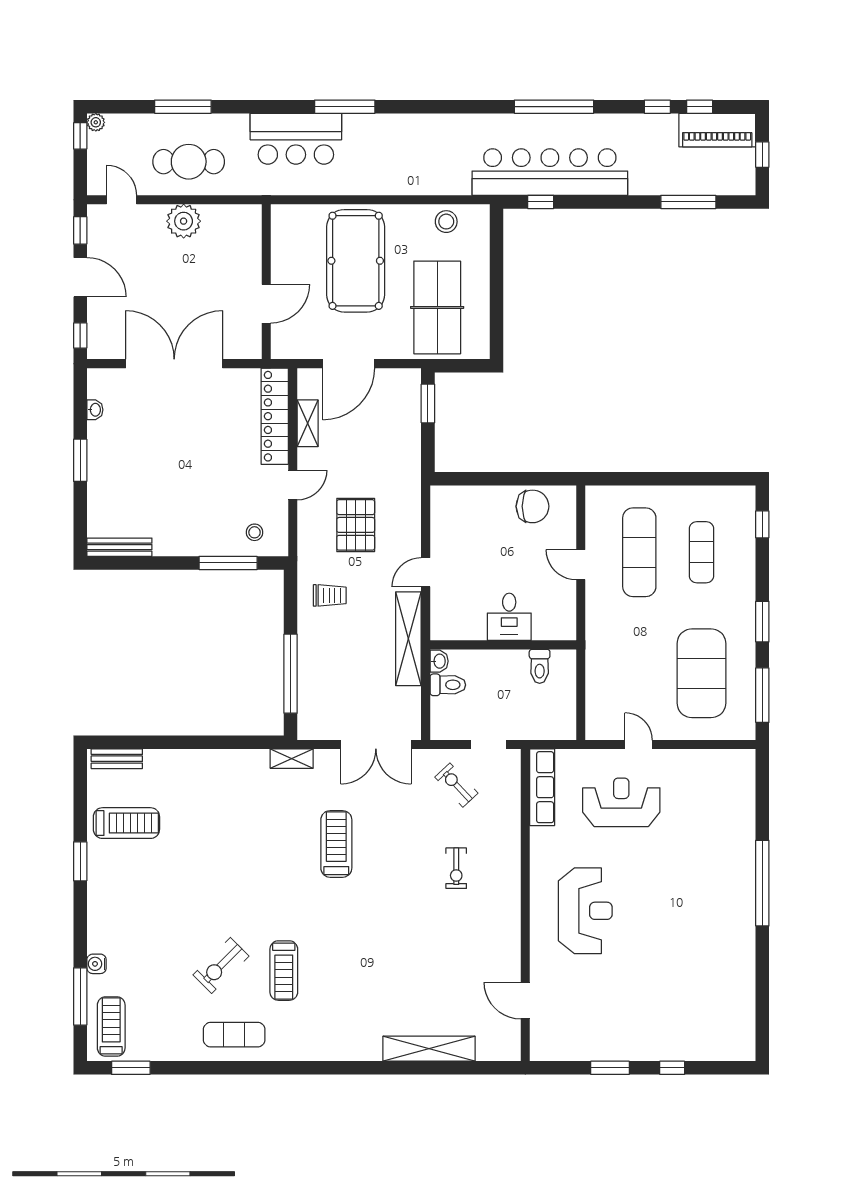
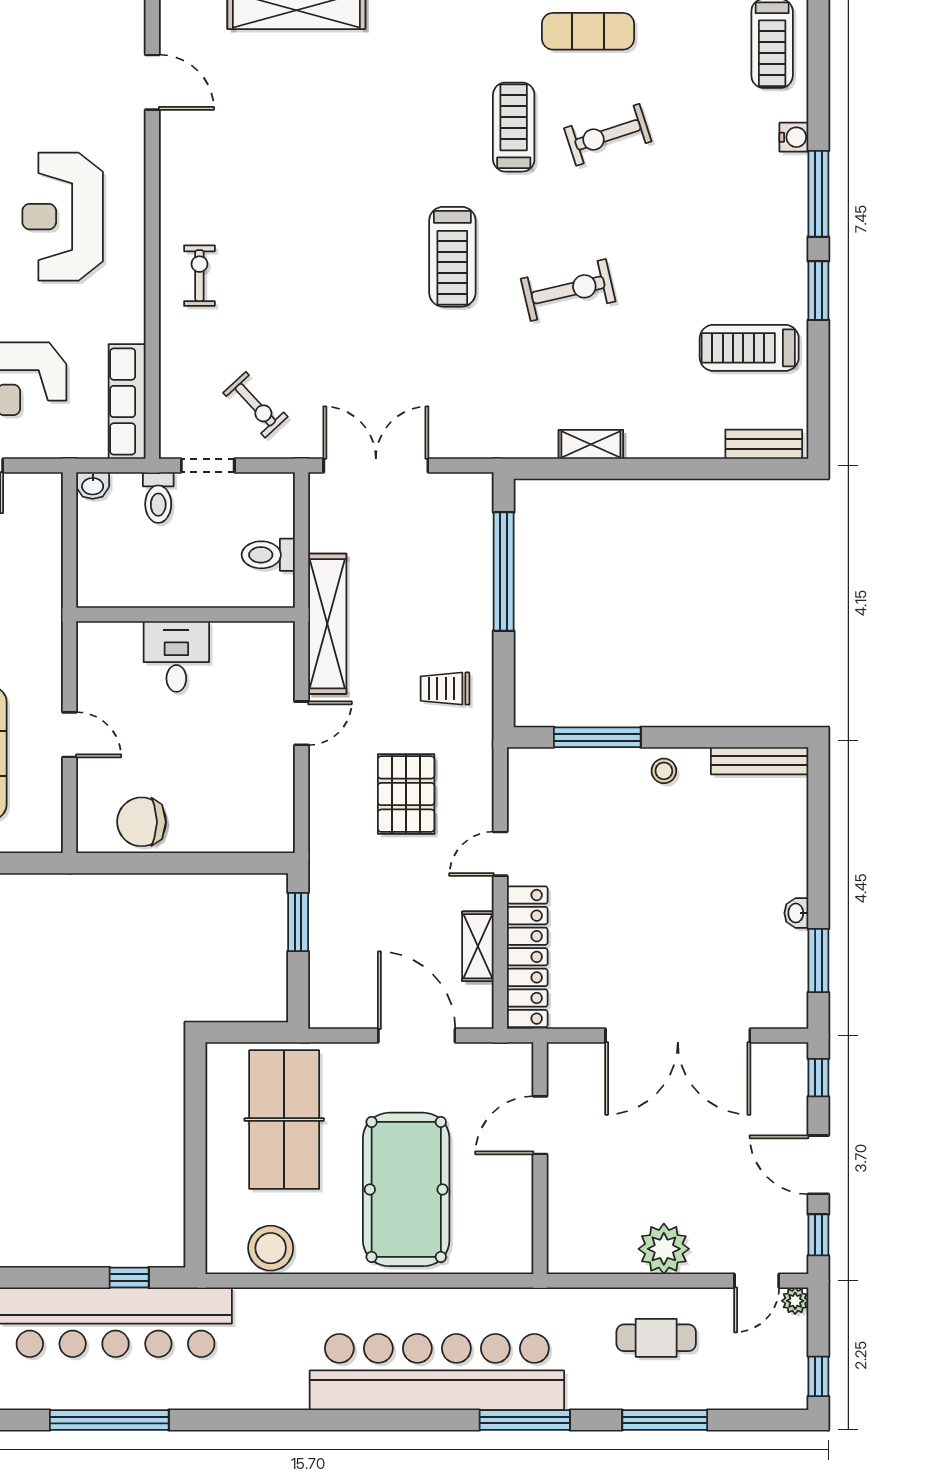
window: (345, 107) -> (525, 1420), moved
plant: (96, 122) -> (795, 1301), moved
bar counter: (296, 139) -> (437, 1372), width x1.86
cafe table: (189, 162) -> (656, 1338), width x0.73, depth x0.74
door: (122, 200) -> (757, 1281), hinge flipped
stool: (446, 222) -> (271, 1248), width x1.38, depth x1.38
door: (349, 364) -> (417, 1036), hinge flipped
window: (428, 403) -> (298, 922), moved
washbasin: (95, 410) -> (796, 913), moved
window: (80, 460) -> (818, 960), moved
stool: (255, 532) -> (664, 771), moved
washbasin: (439, 661) -> (93, 485), moved, turned -90
toilet: (540, 666) -> (158, 498), moved, turned 180
shelving: (292, 759) -> (591, 444), moved
treadmill: (336, 844) -> (452, 257), moved
exercise bike: (247, 862) -> (568, 290), added
exercise bike: (456, 868) -> (199, 276), moved
exercise bike: (221, 965) -> (608, 135), turned -153
window: (80, 996) -> (818, 194), moved

